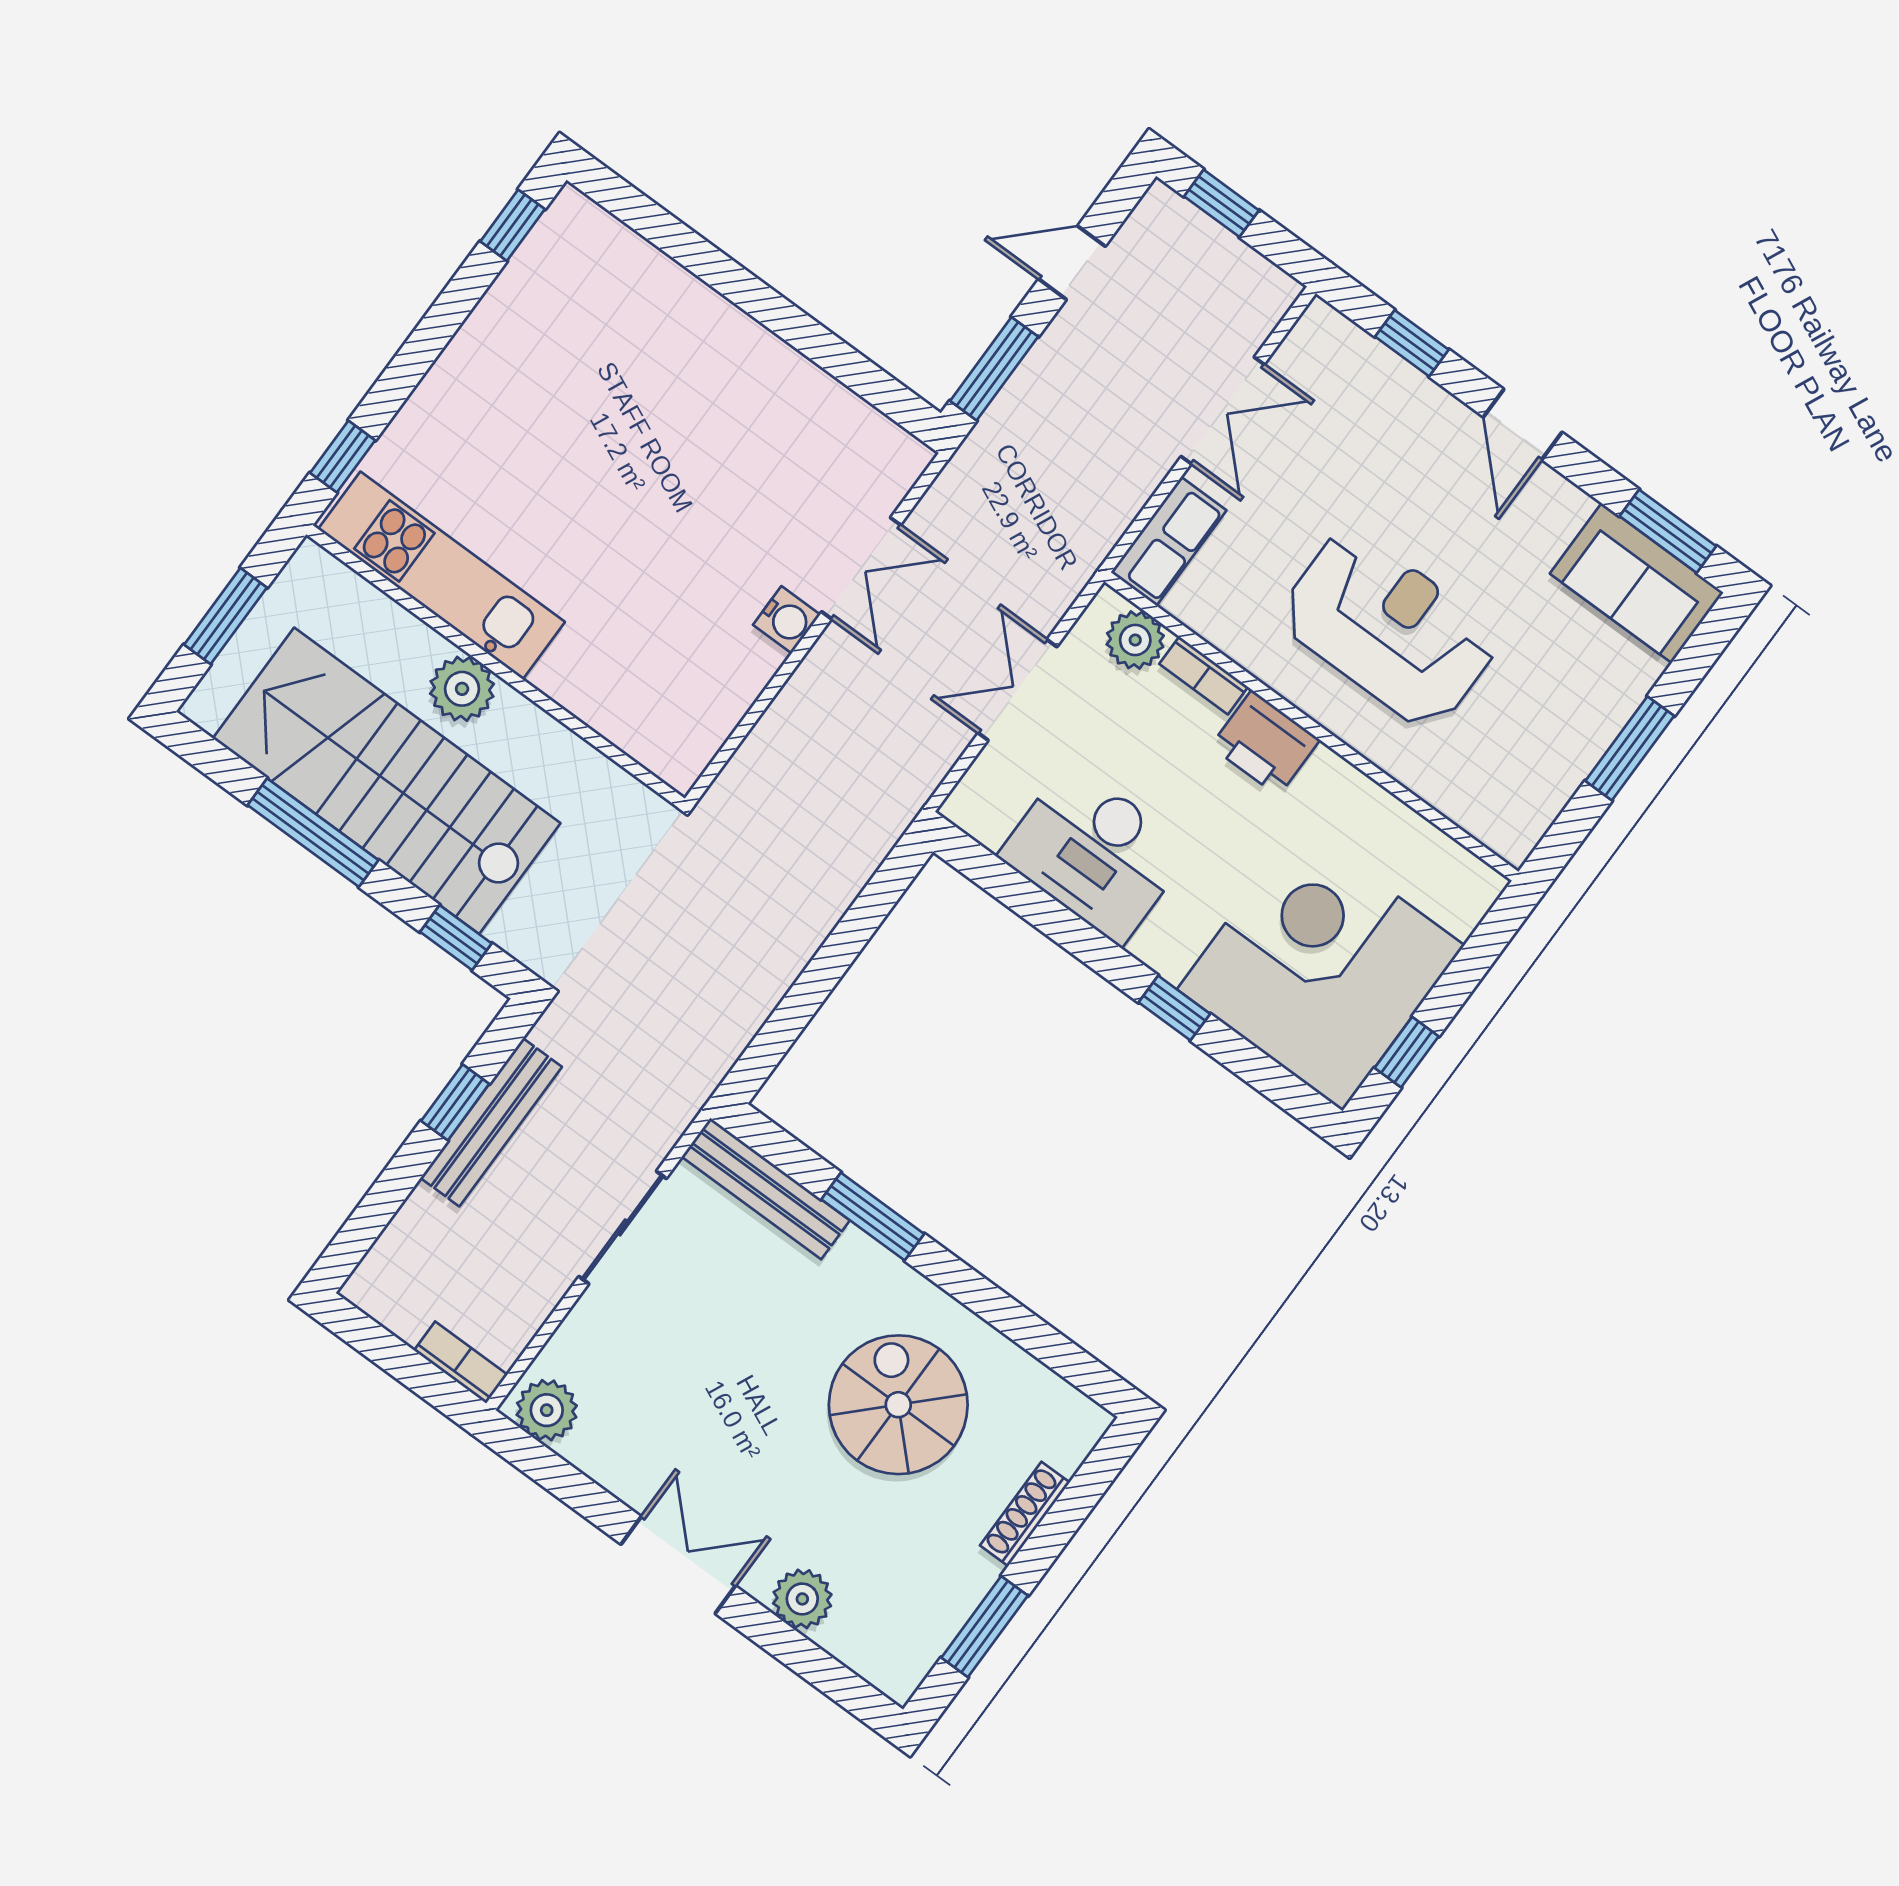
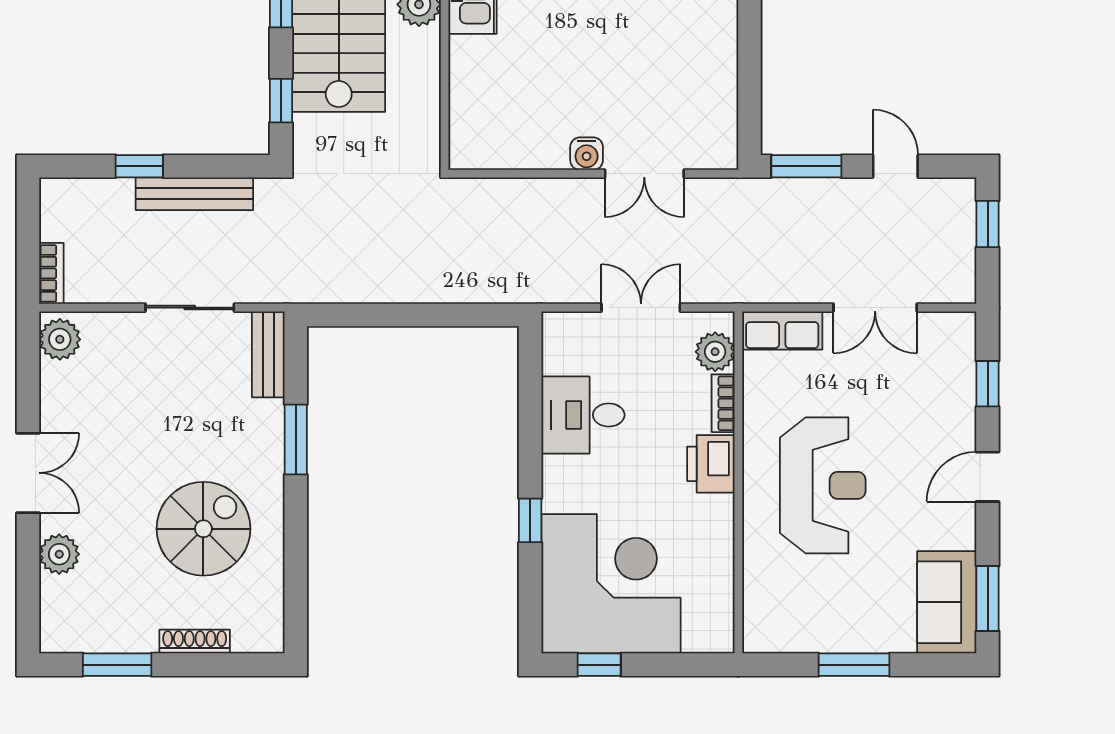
desk: (1095, 853) -> (583, 415), width x0.73
window: (455, 1102) -> (139, 166), moved
bench: (766, 1189) -> (268, 354), width x0.73

